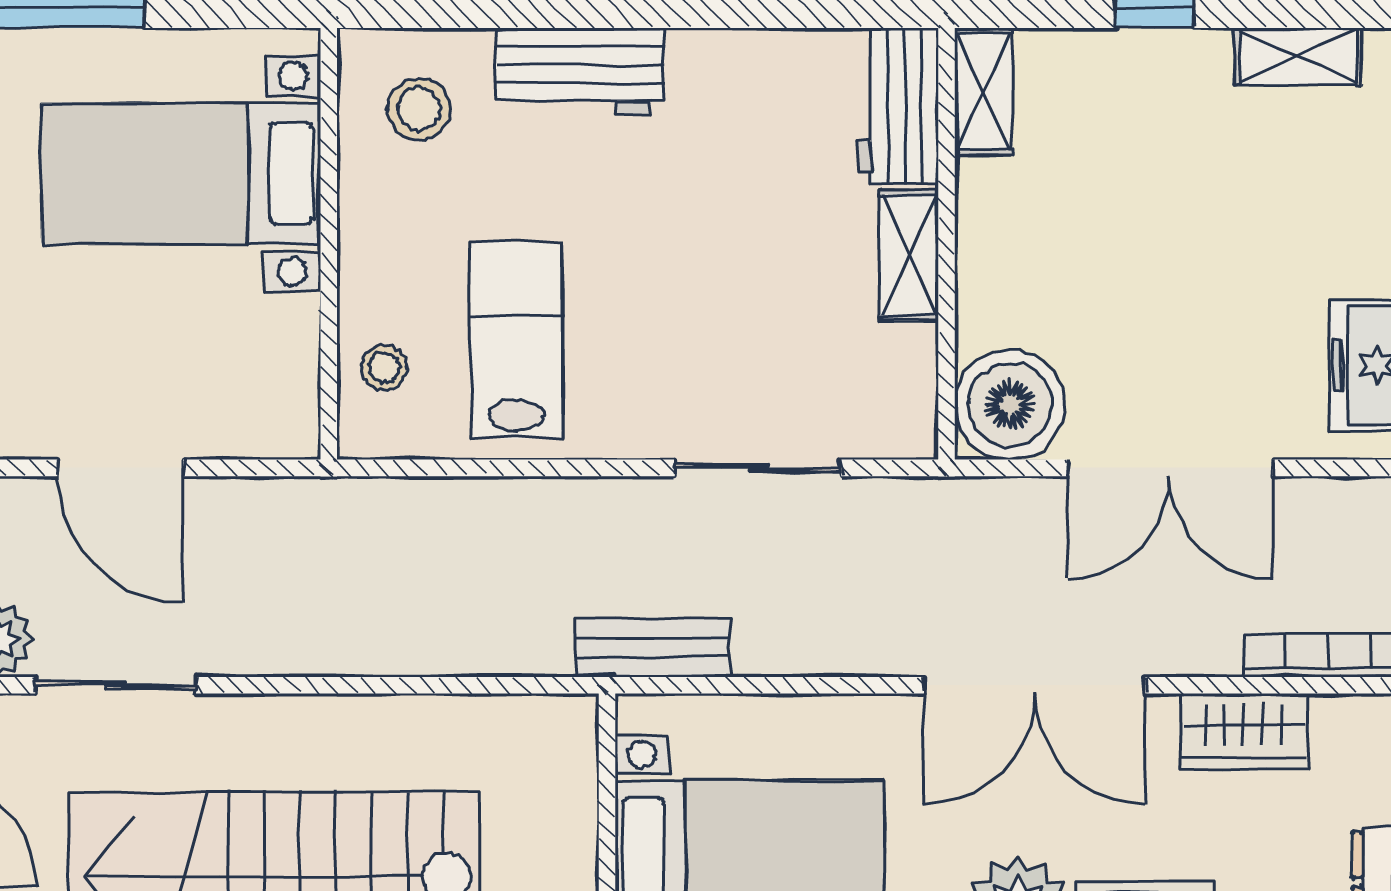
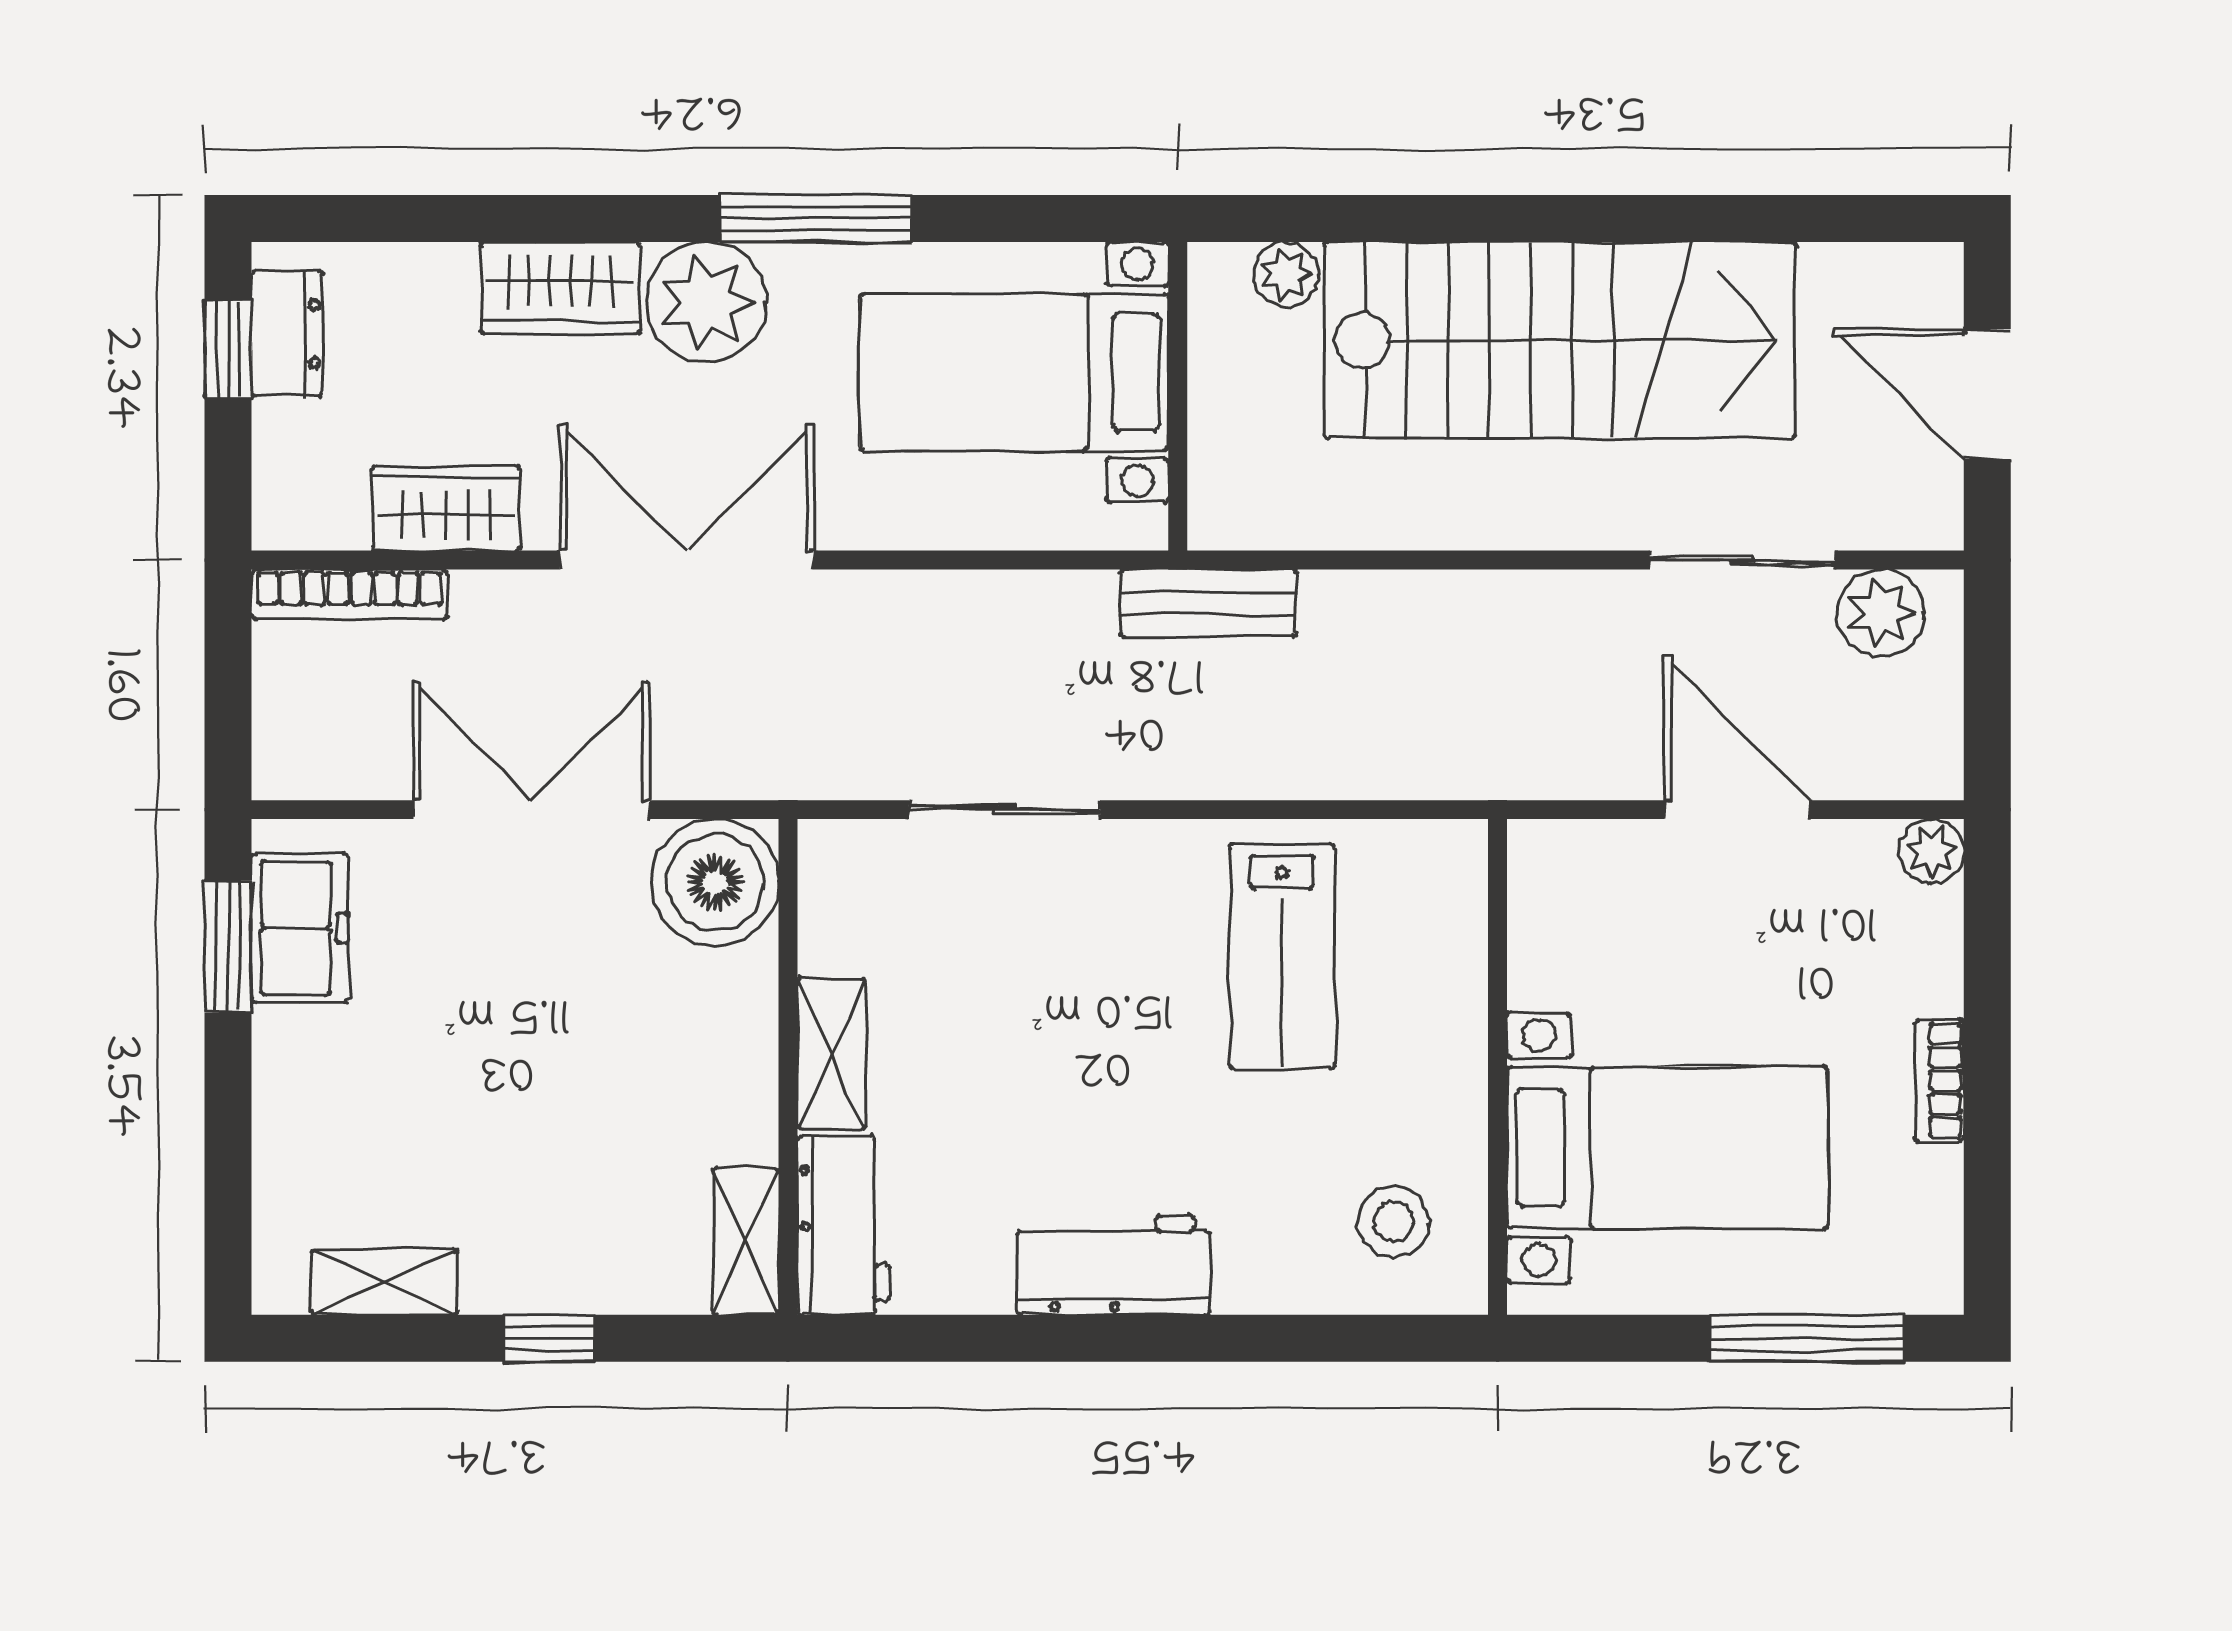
workbench: (580, 71) -> (1114, 1265), moved
stool: (384, 368) -> (1434, 925), removed
bench: (653, 648) -> (1208, 603), moved

